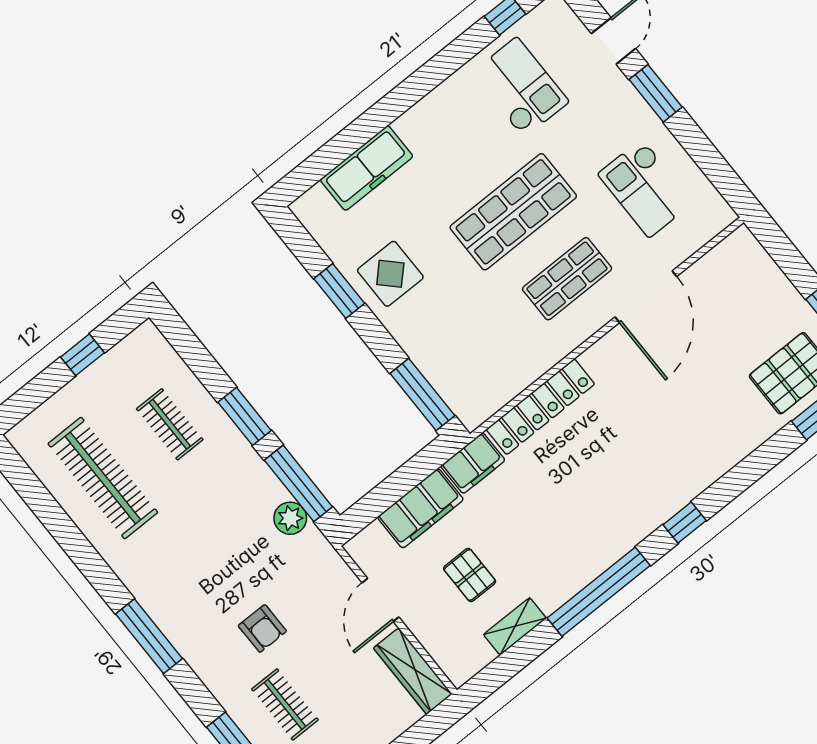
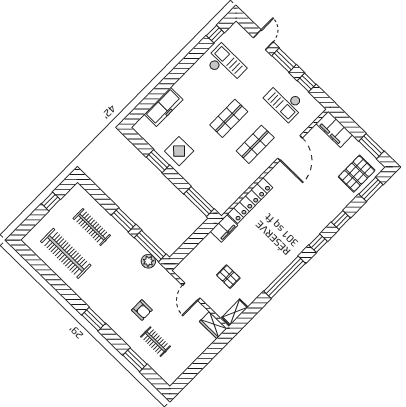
window: (702, 151) -> (307, 82), added
shop shelf: (513, 212) -> (229, 118), width x0.70, depth x0.74
clothes rail: (170, 424) -> (92, 227), width x1.36
window: (743, 476) -> (341, 220), added
filing cabinet: (420, 508) -> (334, 129), moved, turned 90
shelving: (515, 626) -> (235, 312), moved
window: (149, 636) -> (94, 319), width x0.69
wardrobe: (413, 671) -> (213, 325), width x0.67

